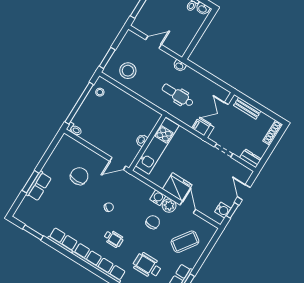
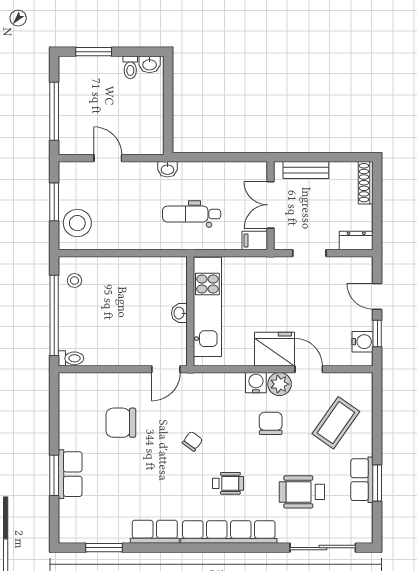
door: (154, 42) -> (108, 158), hinge flipped
window: (107, 58) -> (54, 202), moved
stool: (128, 71) -> (77, 223), moved
chair: (79, 176) -> (121, 423), turned -90

